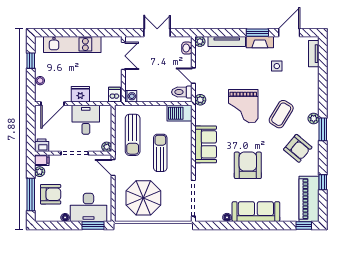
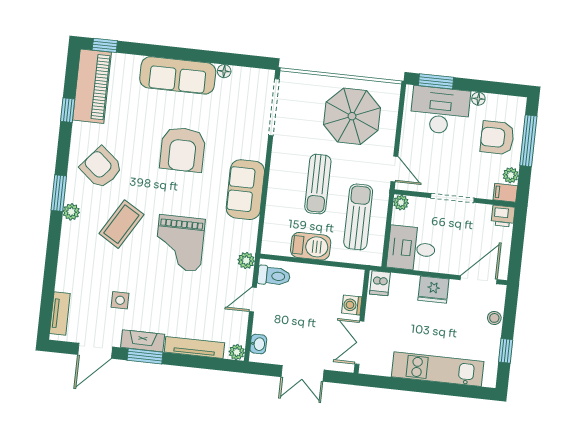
door: (193, 76) -> (253, 300), swing flipped
washing machine: (131, 96) -> (352, 305), moved
grand piano: (243, 106) -> (180, 243), turned 180
barbecue: (179, 113) -> (311, 246), moved
desk: (86, 120) -> (411, 248), moved, turned 90

